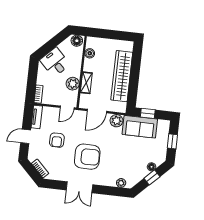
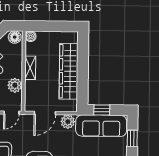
boiler: (90, 53) -> (31, 36), moved
shelving: (86, 83) -> (30, 68), moved
sofa: (140, 127) -> (101, 126), width x1.36

